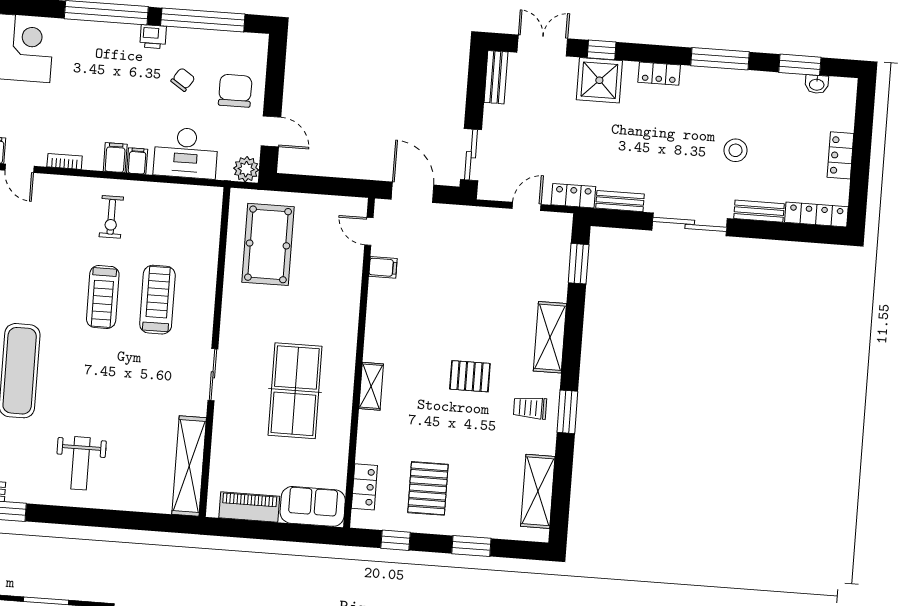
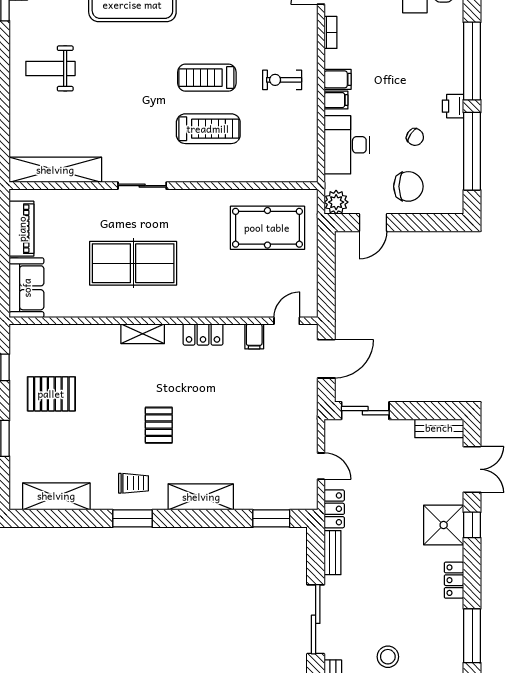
trolley: (530, 408) -> (134, 483), turned 90
locker: (364, 487) -> (203, 335), moved

